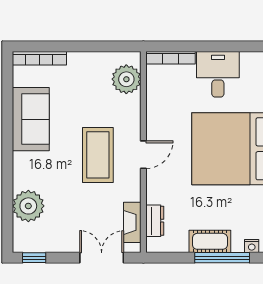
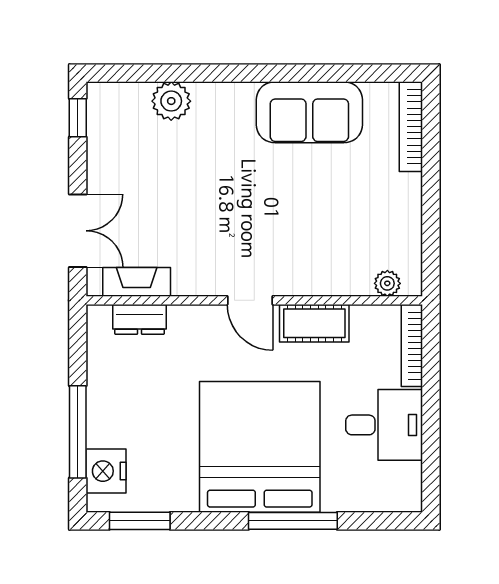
plant: (126, 79) -> (387, 283), width x0.53, depth x0.53
coffee table: (98, 155) -> (249, 224), removed
plant: (28, 206) -> (171, 101), width x0.73, depth x0.73
cot: (210, 241) -> (314, 323), moved, turned 90
nightstand: (252, 246) -> (106, 471), width x1.89, depth x1.79

